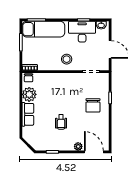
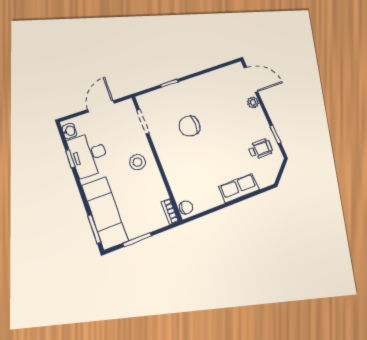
plant: (29, 94) -> (210, 197), removed
chair: (93, 105) -> (189, 126), moved, turned 180
wheelchair: (61, 122) -> (260, 149), moved
door: (94, 152) -> (251, 80), swing flipped

